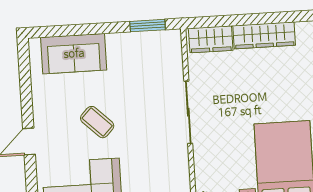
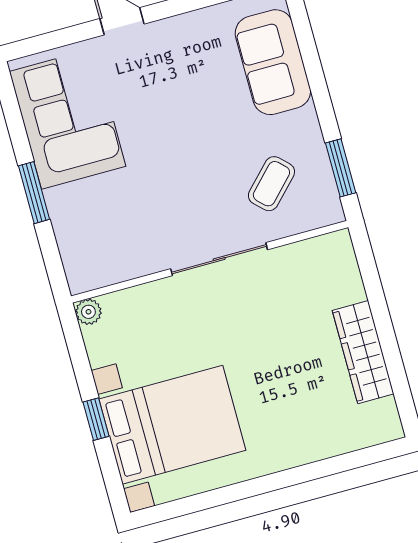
wardrobe: (211, 39) -> (340, 270), removed
coffee table: (97, 122) -> (271, 184), moved

